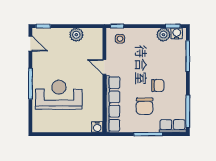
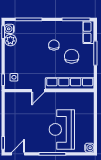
plant: (76, 35) -> (11, 115), removed
chair: (145, 106) -> (72, 56), turned -90
water cooler: (97, 127) -> (89, 148), moved

